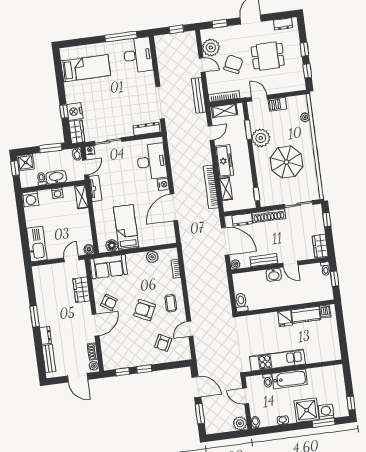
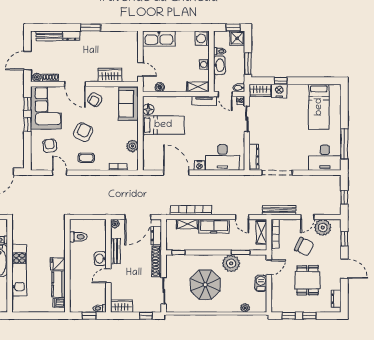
boiler: (89, 249) -> (160, 87), moved
toilet: (241, 302) -> (78, 237), moved
armchair: (163, 343) -> (50, 146), turned 57
corner sofa: (124, 352) -> (46, 108), added
kitchen unit: (277, 360) -> (19, 270), moved

